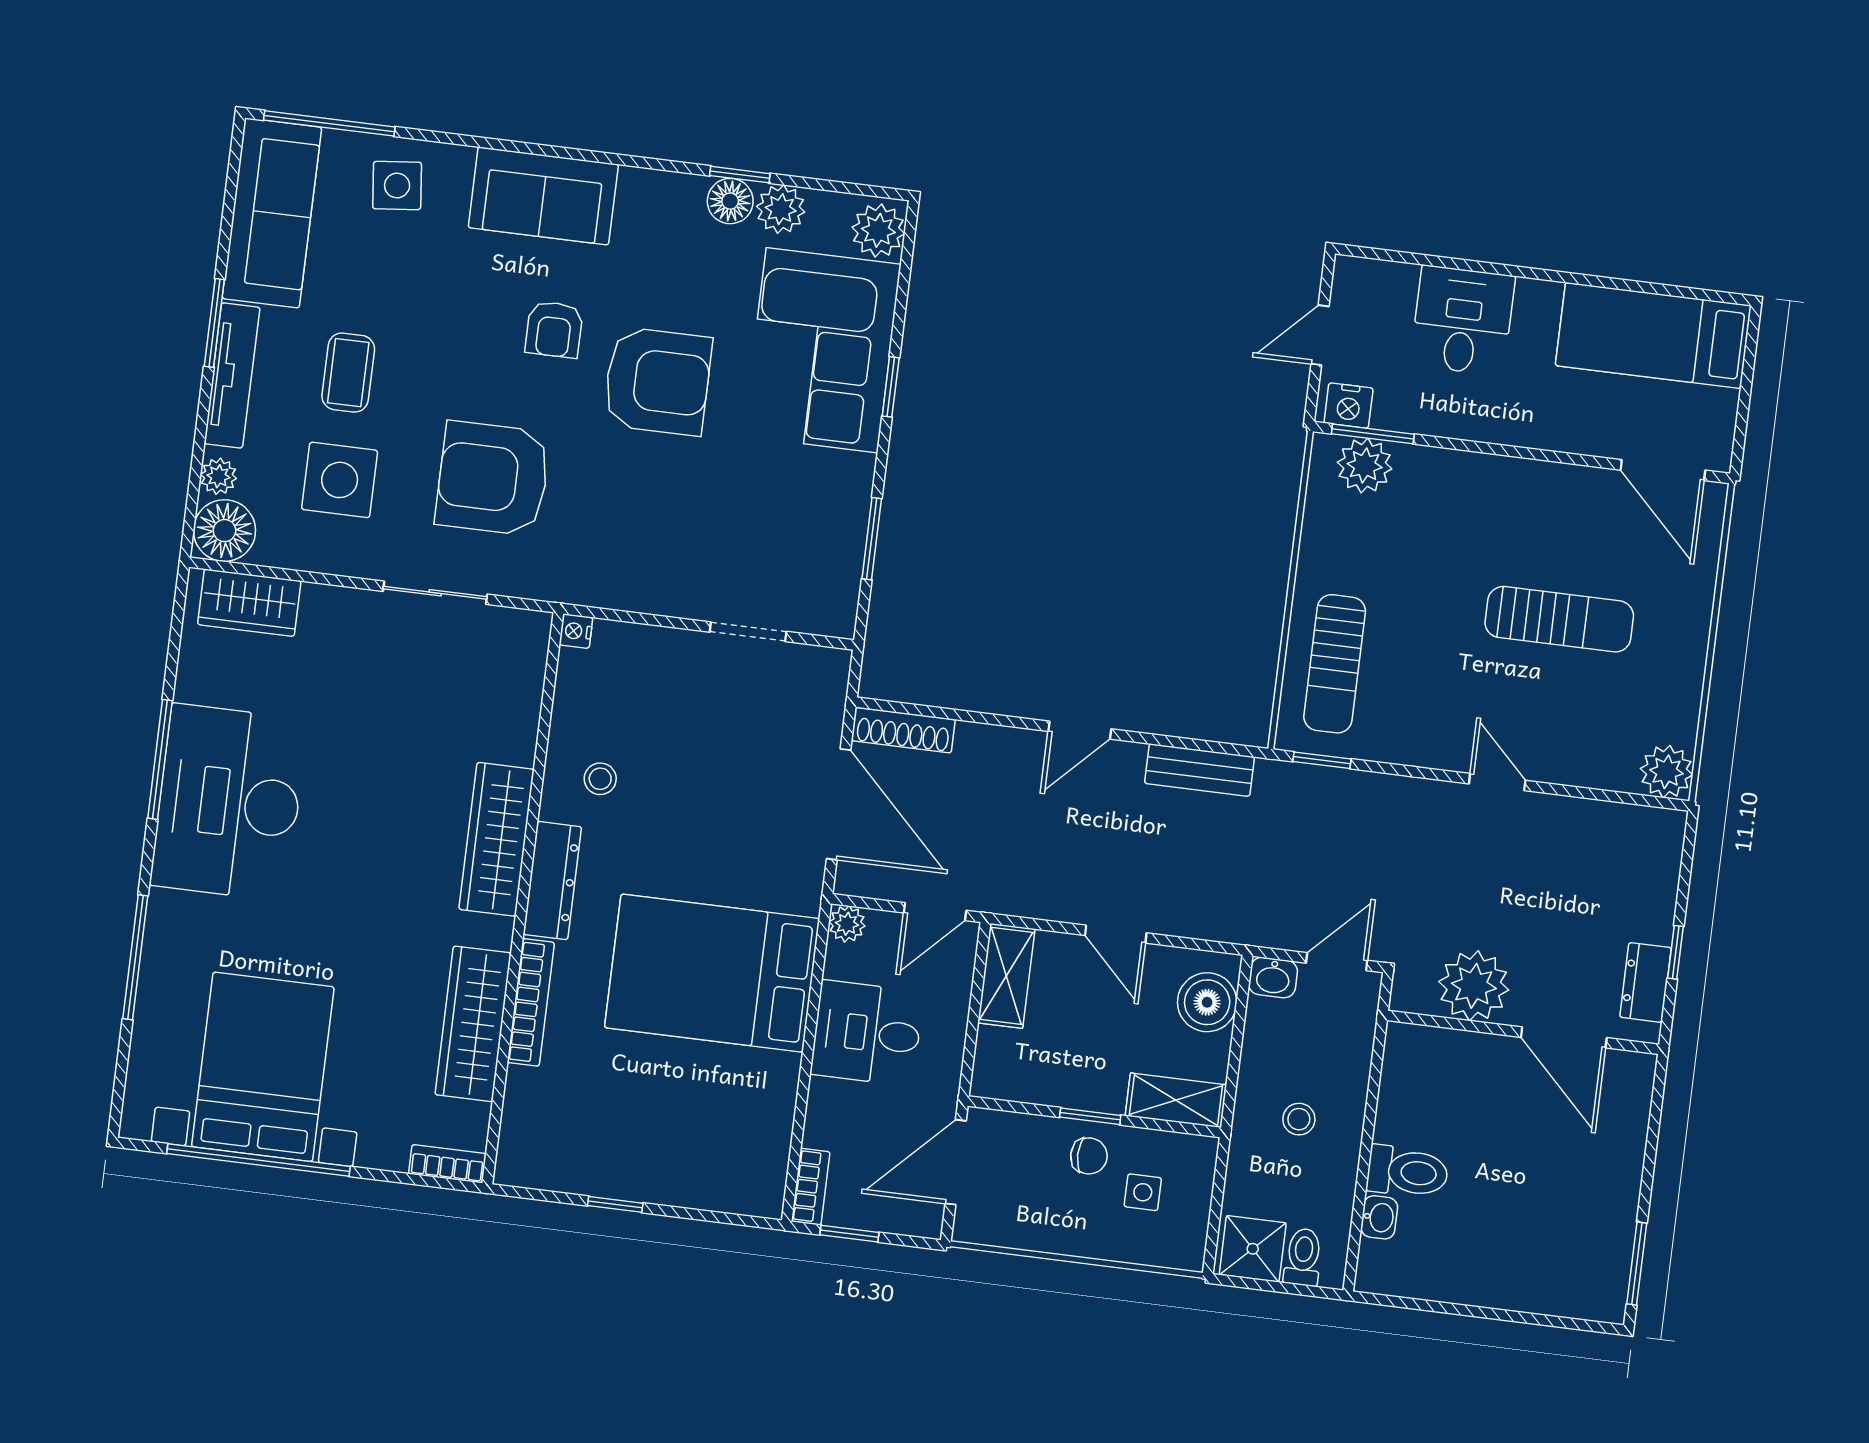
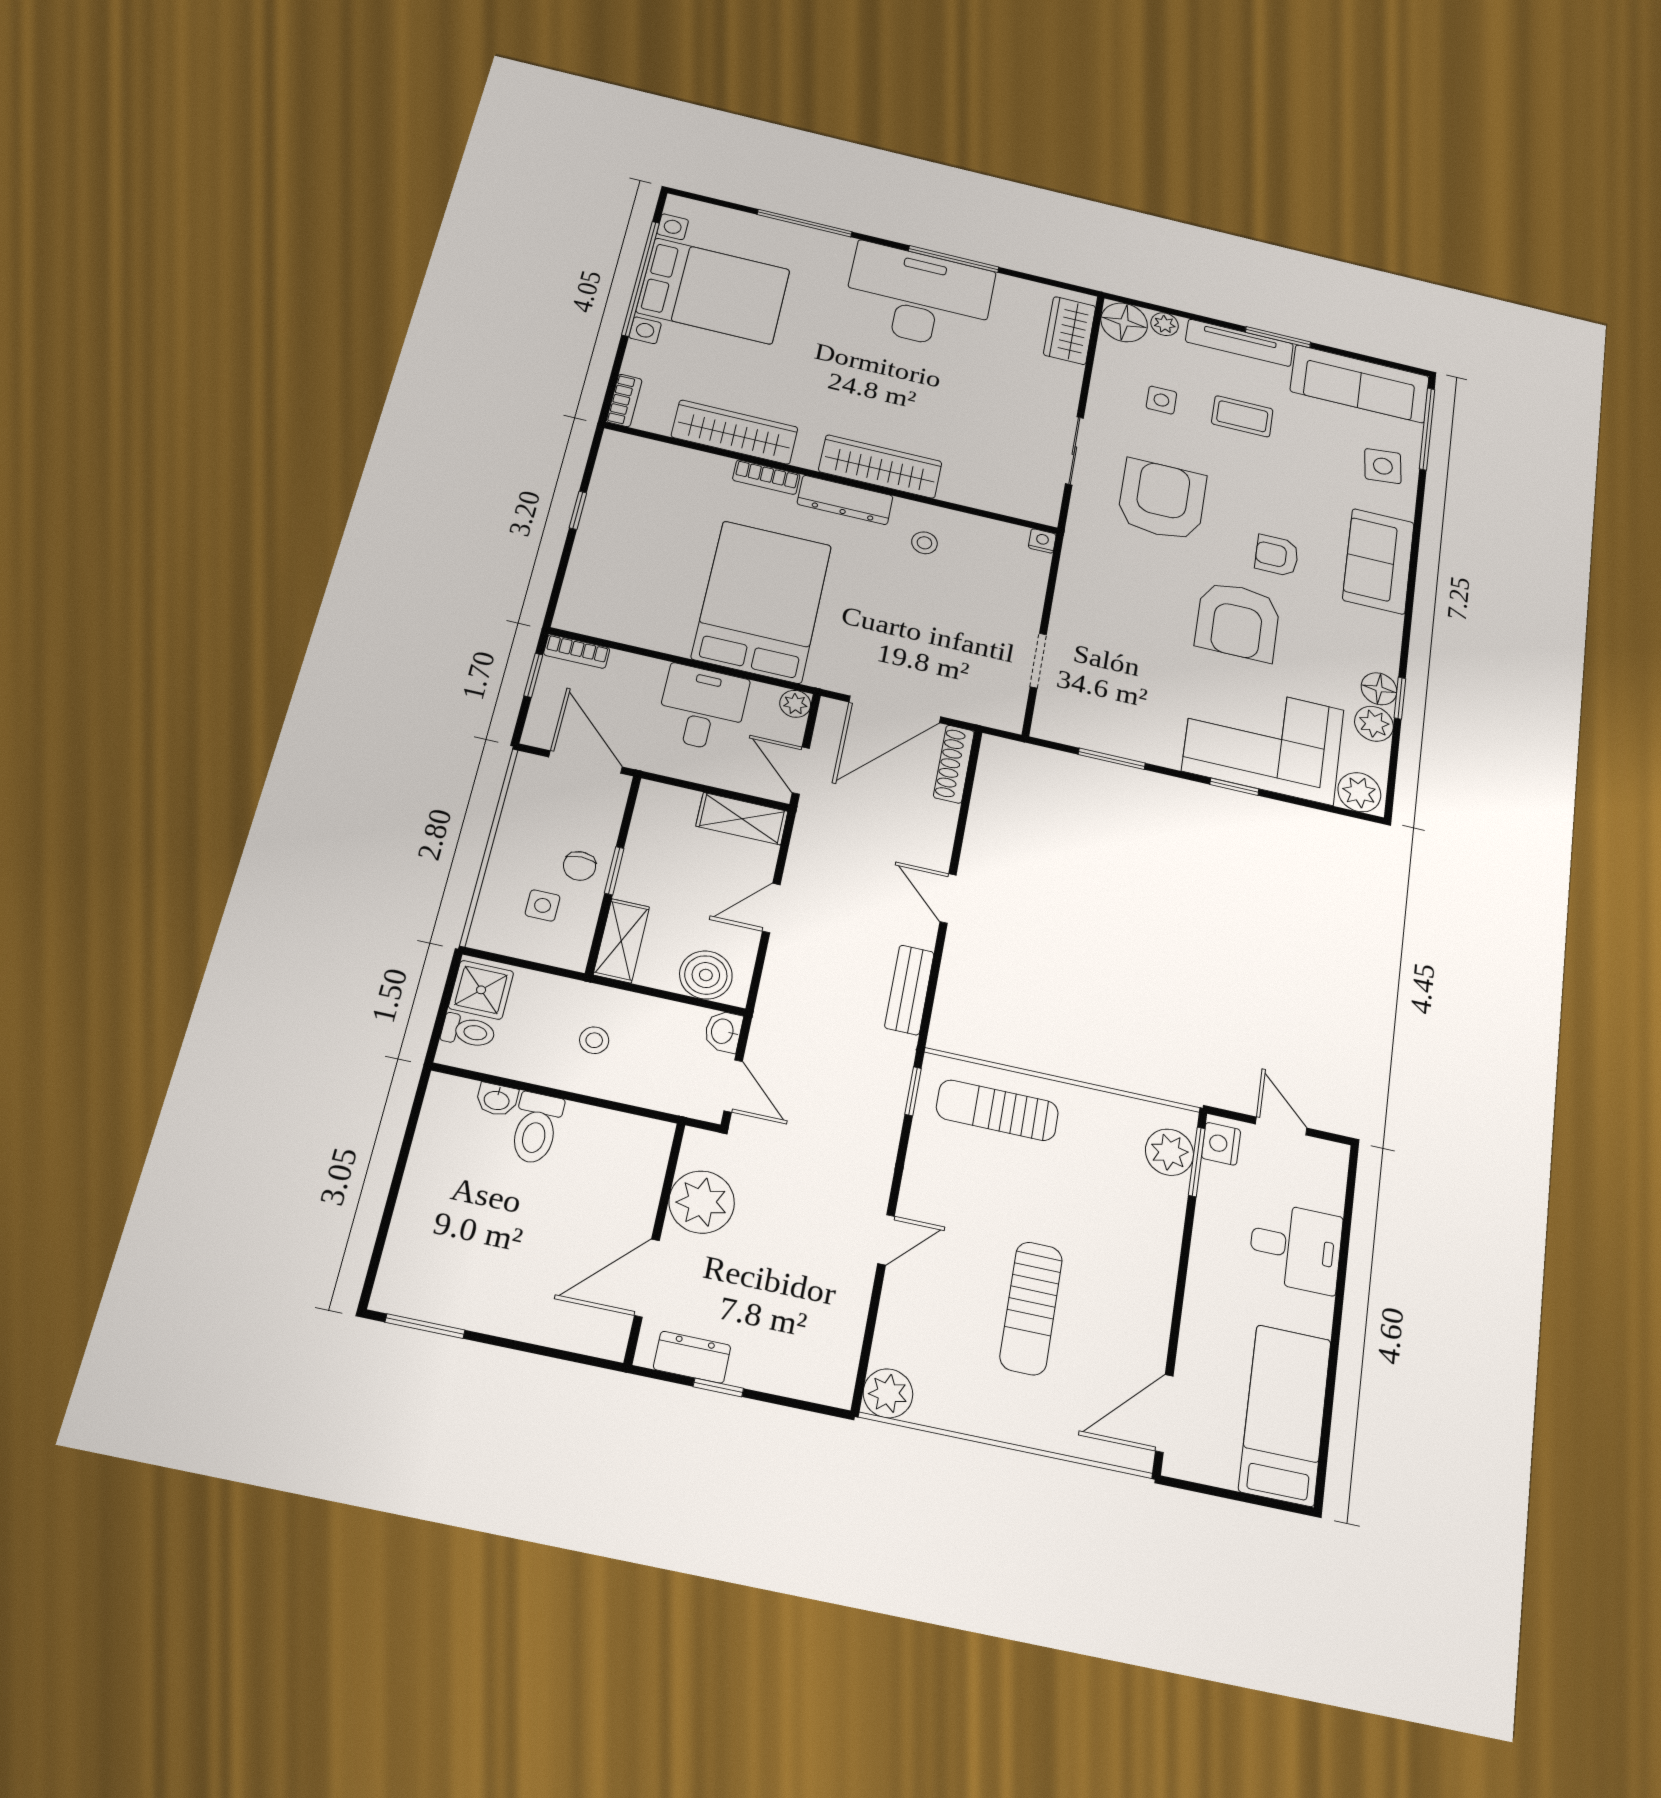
side table: (340, 480) -> (1161, 400), width x0.54, depth x0.54
bookcase: (531, 1002) -> (766, 477), width x0.64

